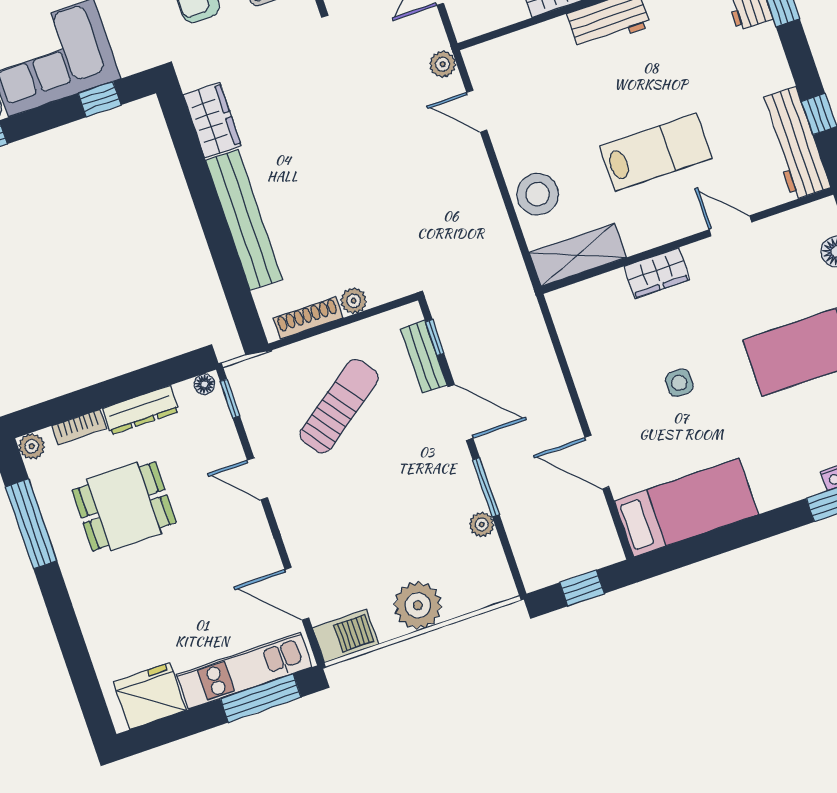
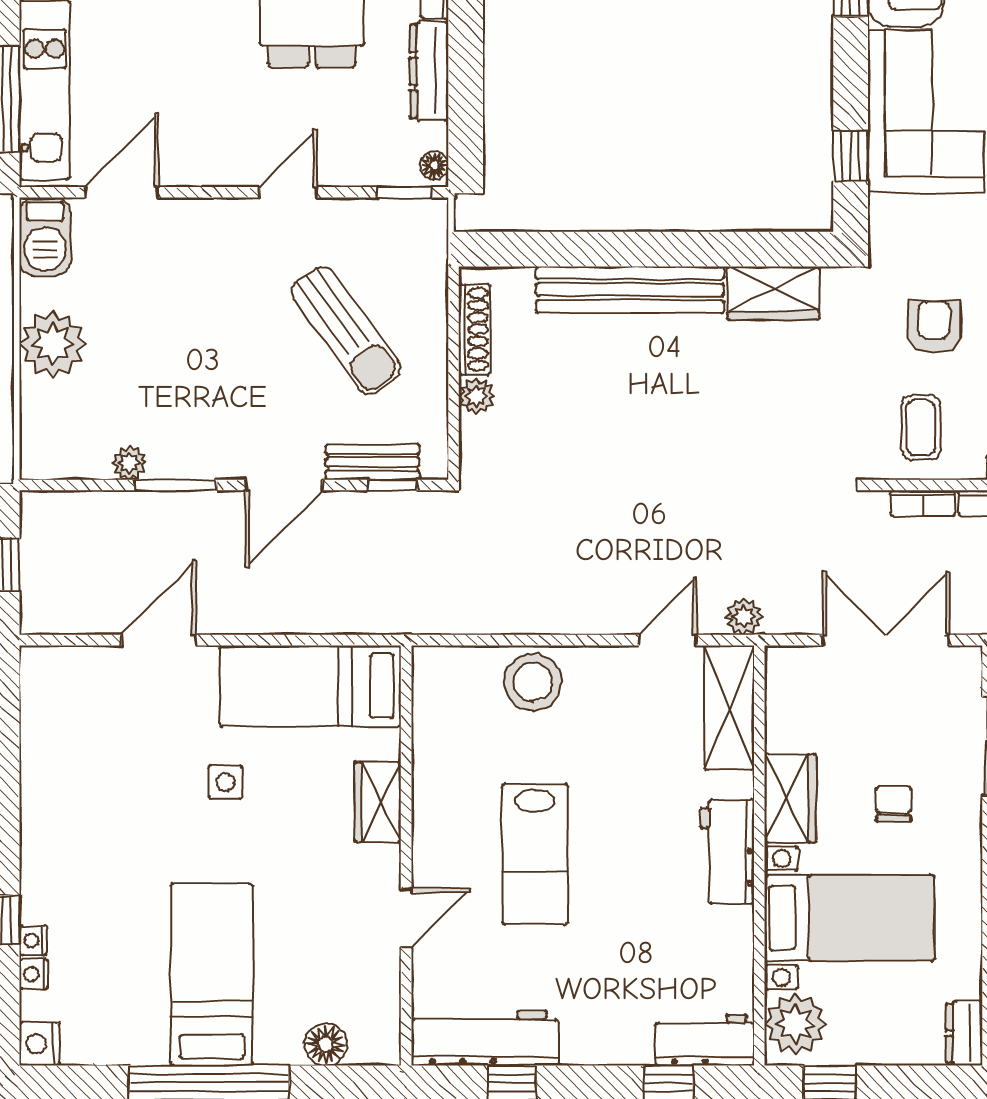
shelving: (578, 255) -> (729, 707), moved
bed: (686, 508) -> (310, 686), moved, turned 90

